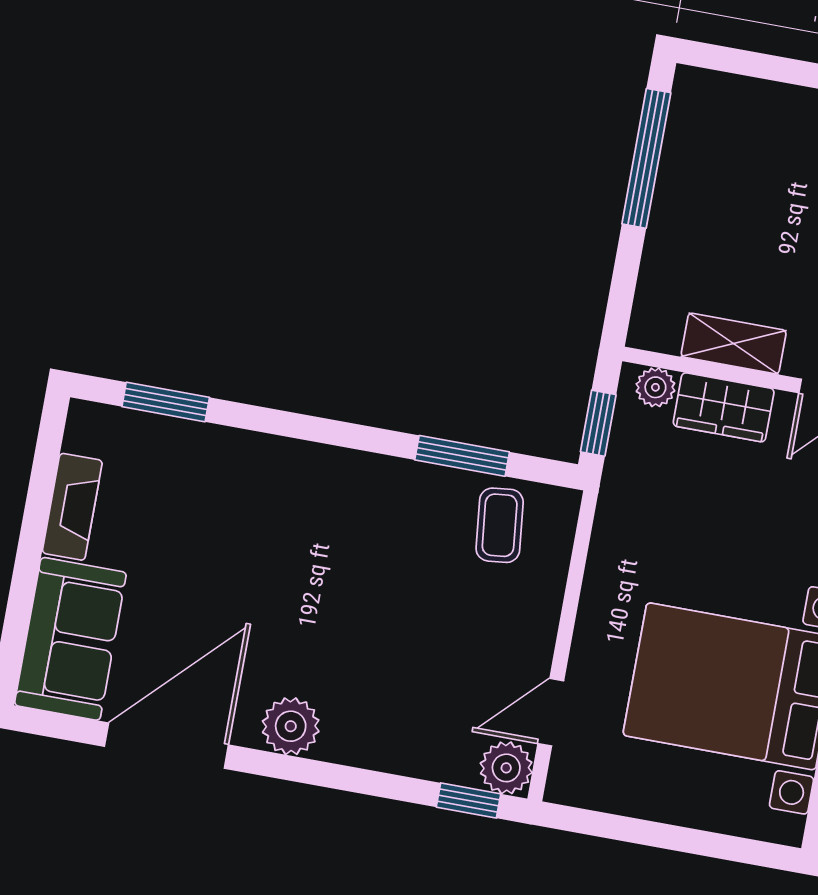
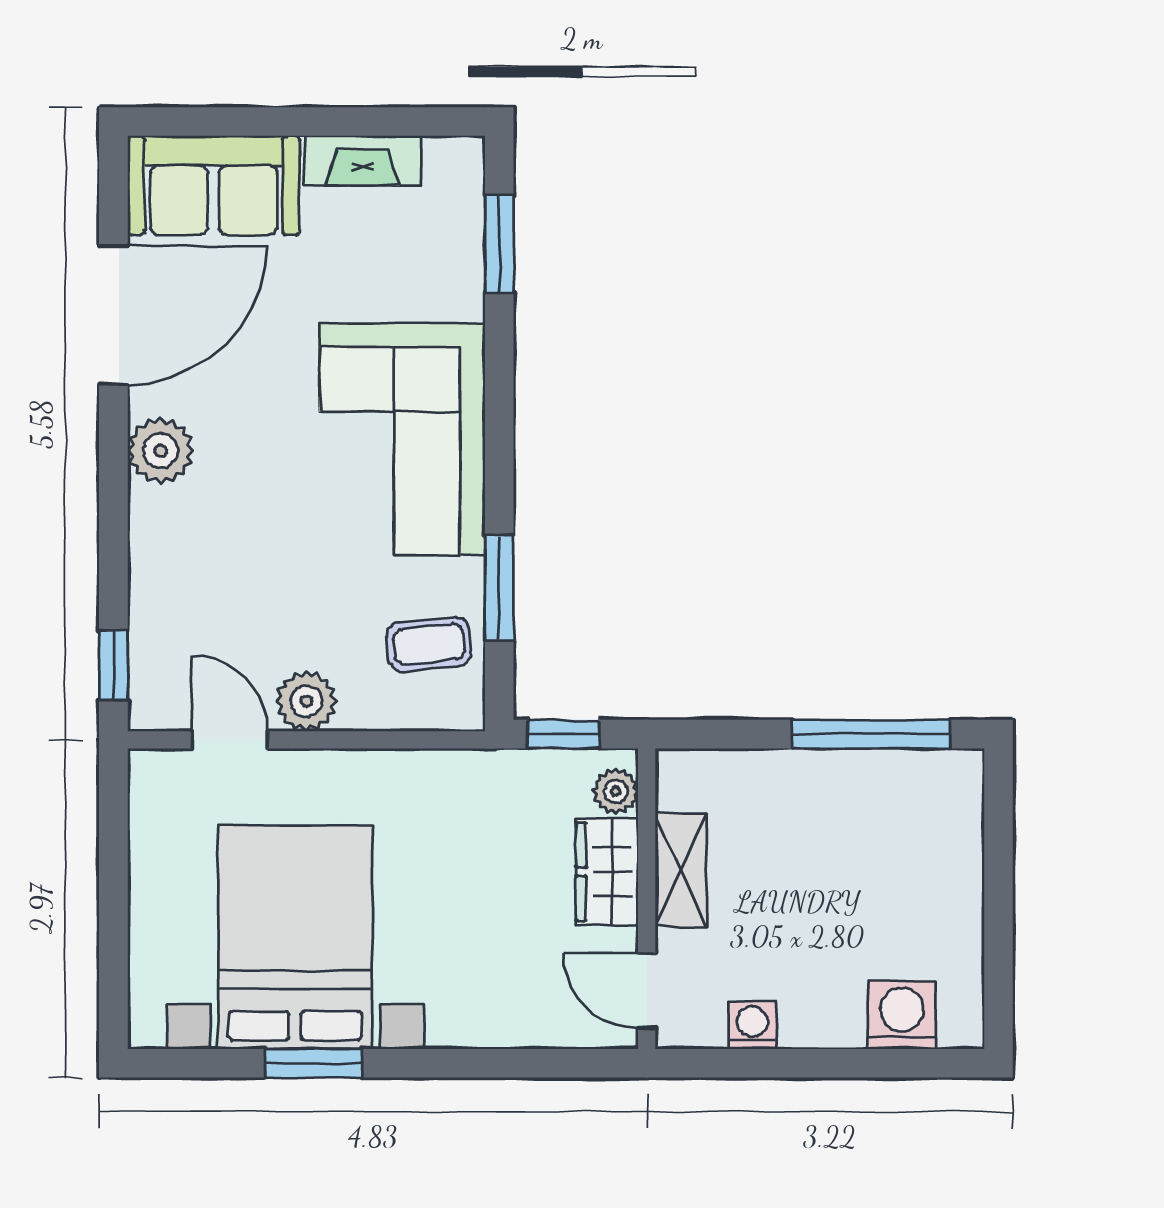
corner sofa: (319, 516) -> (402, 439), added
door: (166, 746) -> (113, 315), hinge flipped
plant: (506, 768) -> (306, 701), moved

